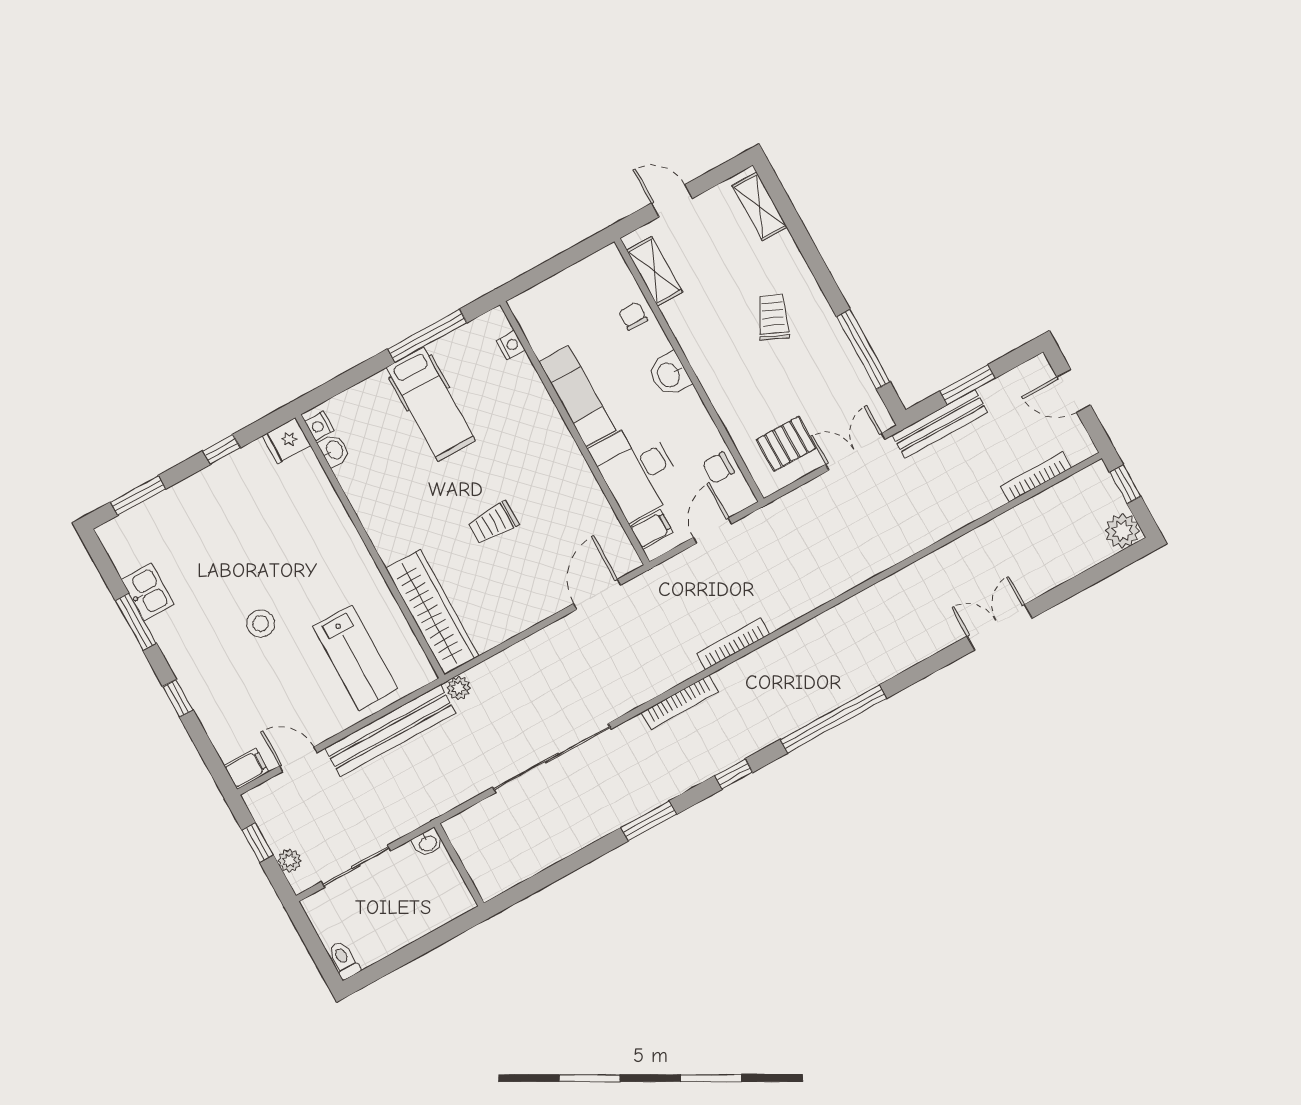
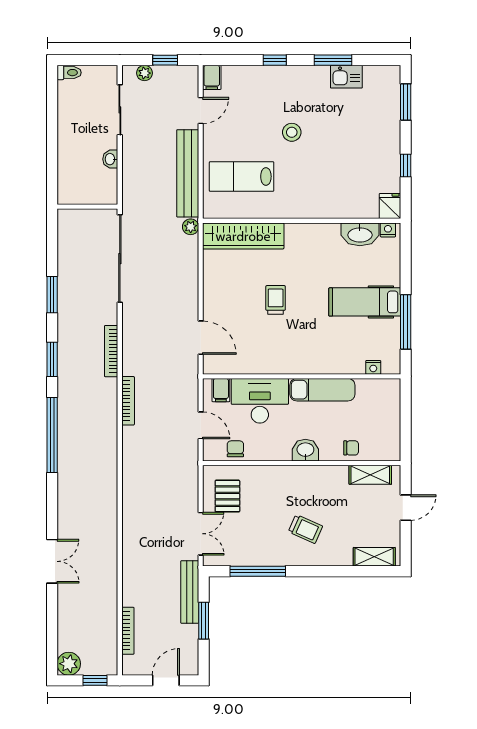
washbasin: (334, 450) -> (360, 234), width x1.91, depth x1.45
window: (734, 774) -> (52, 359), width x1.50
wall: (459, 865) -> (87, 207), moved

